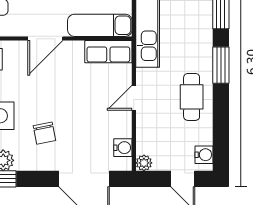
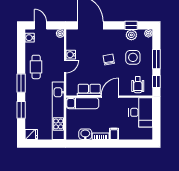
row of seats: (108, 52) -> (89, 90), moved
chair: (44, 133) -> (109, 60), moved
water cooler: (123, 148) -> (71, 55), moved

